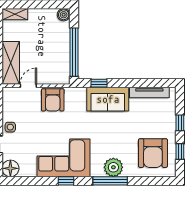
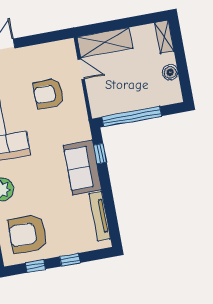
boiler: (64, 15) -> (170, 72), moved
armchair: (53, 100) -> (49, 94), moved
side table: (10, 127) -> (27, 56), removed

